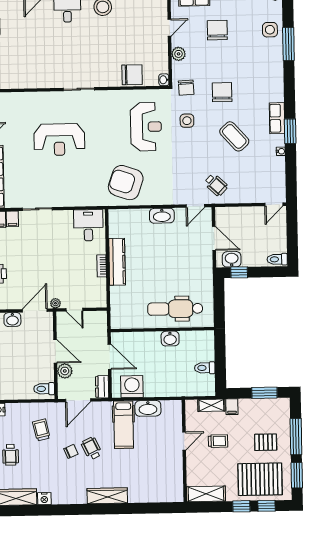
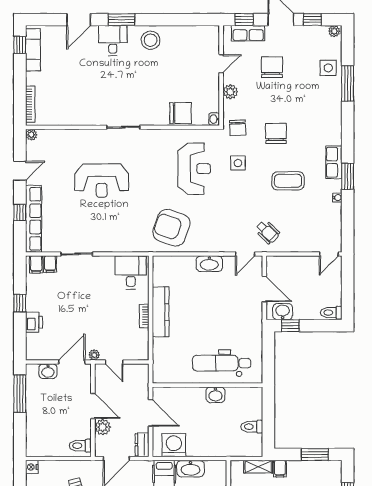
coffee table: (234, 136) -> (288, 181), turned -48

